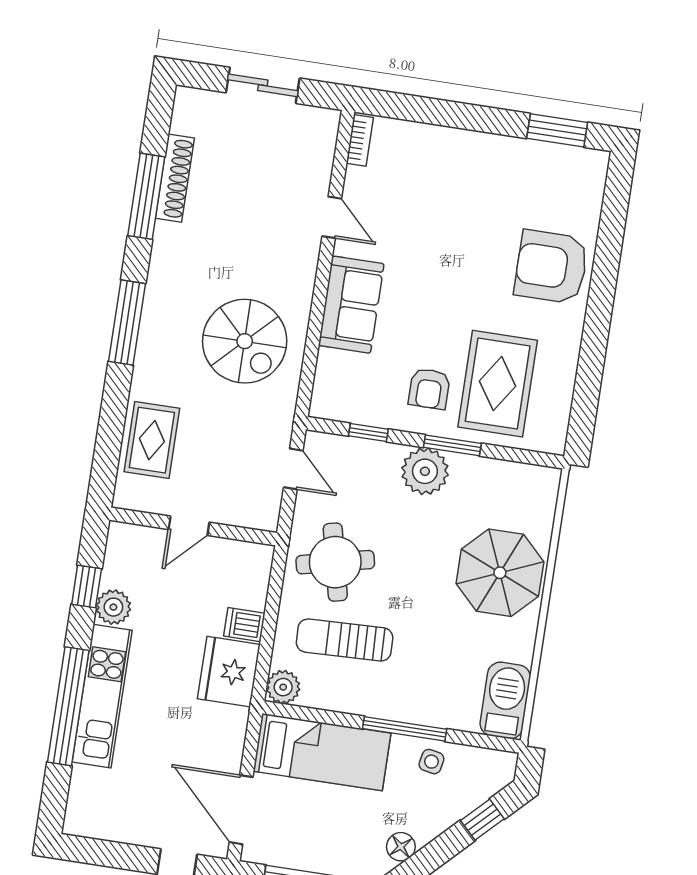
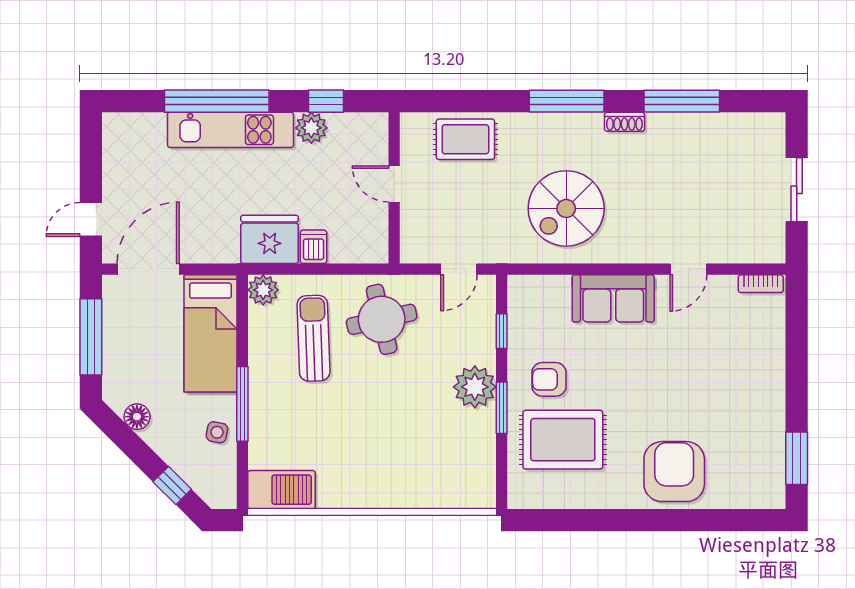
shoe rack: (175, 178) -> (624, 122), moved, width x0.51, depth x0.81
parasol: (500, 573) -> (395, 468), removed

